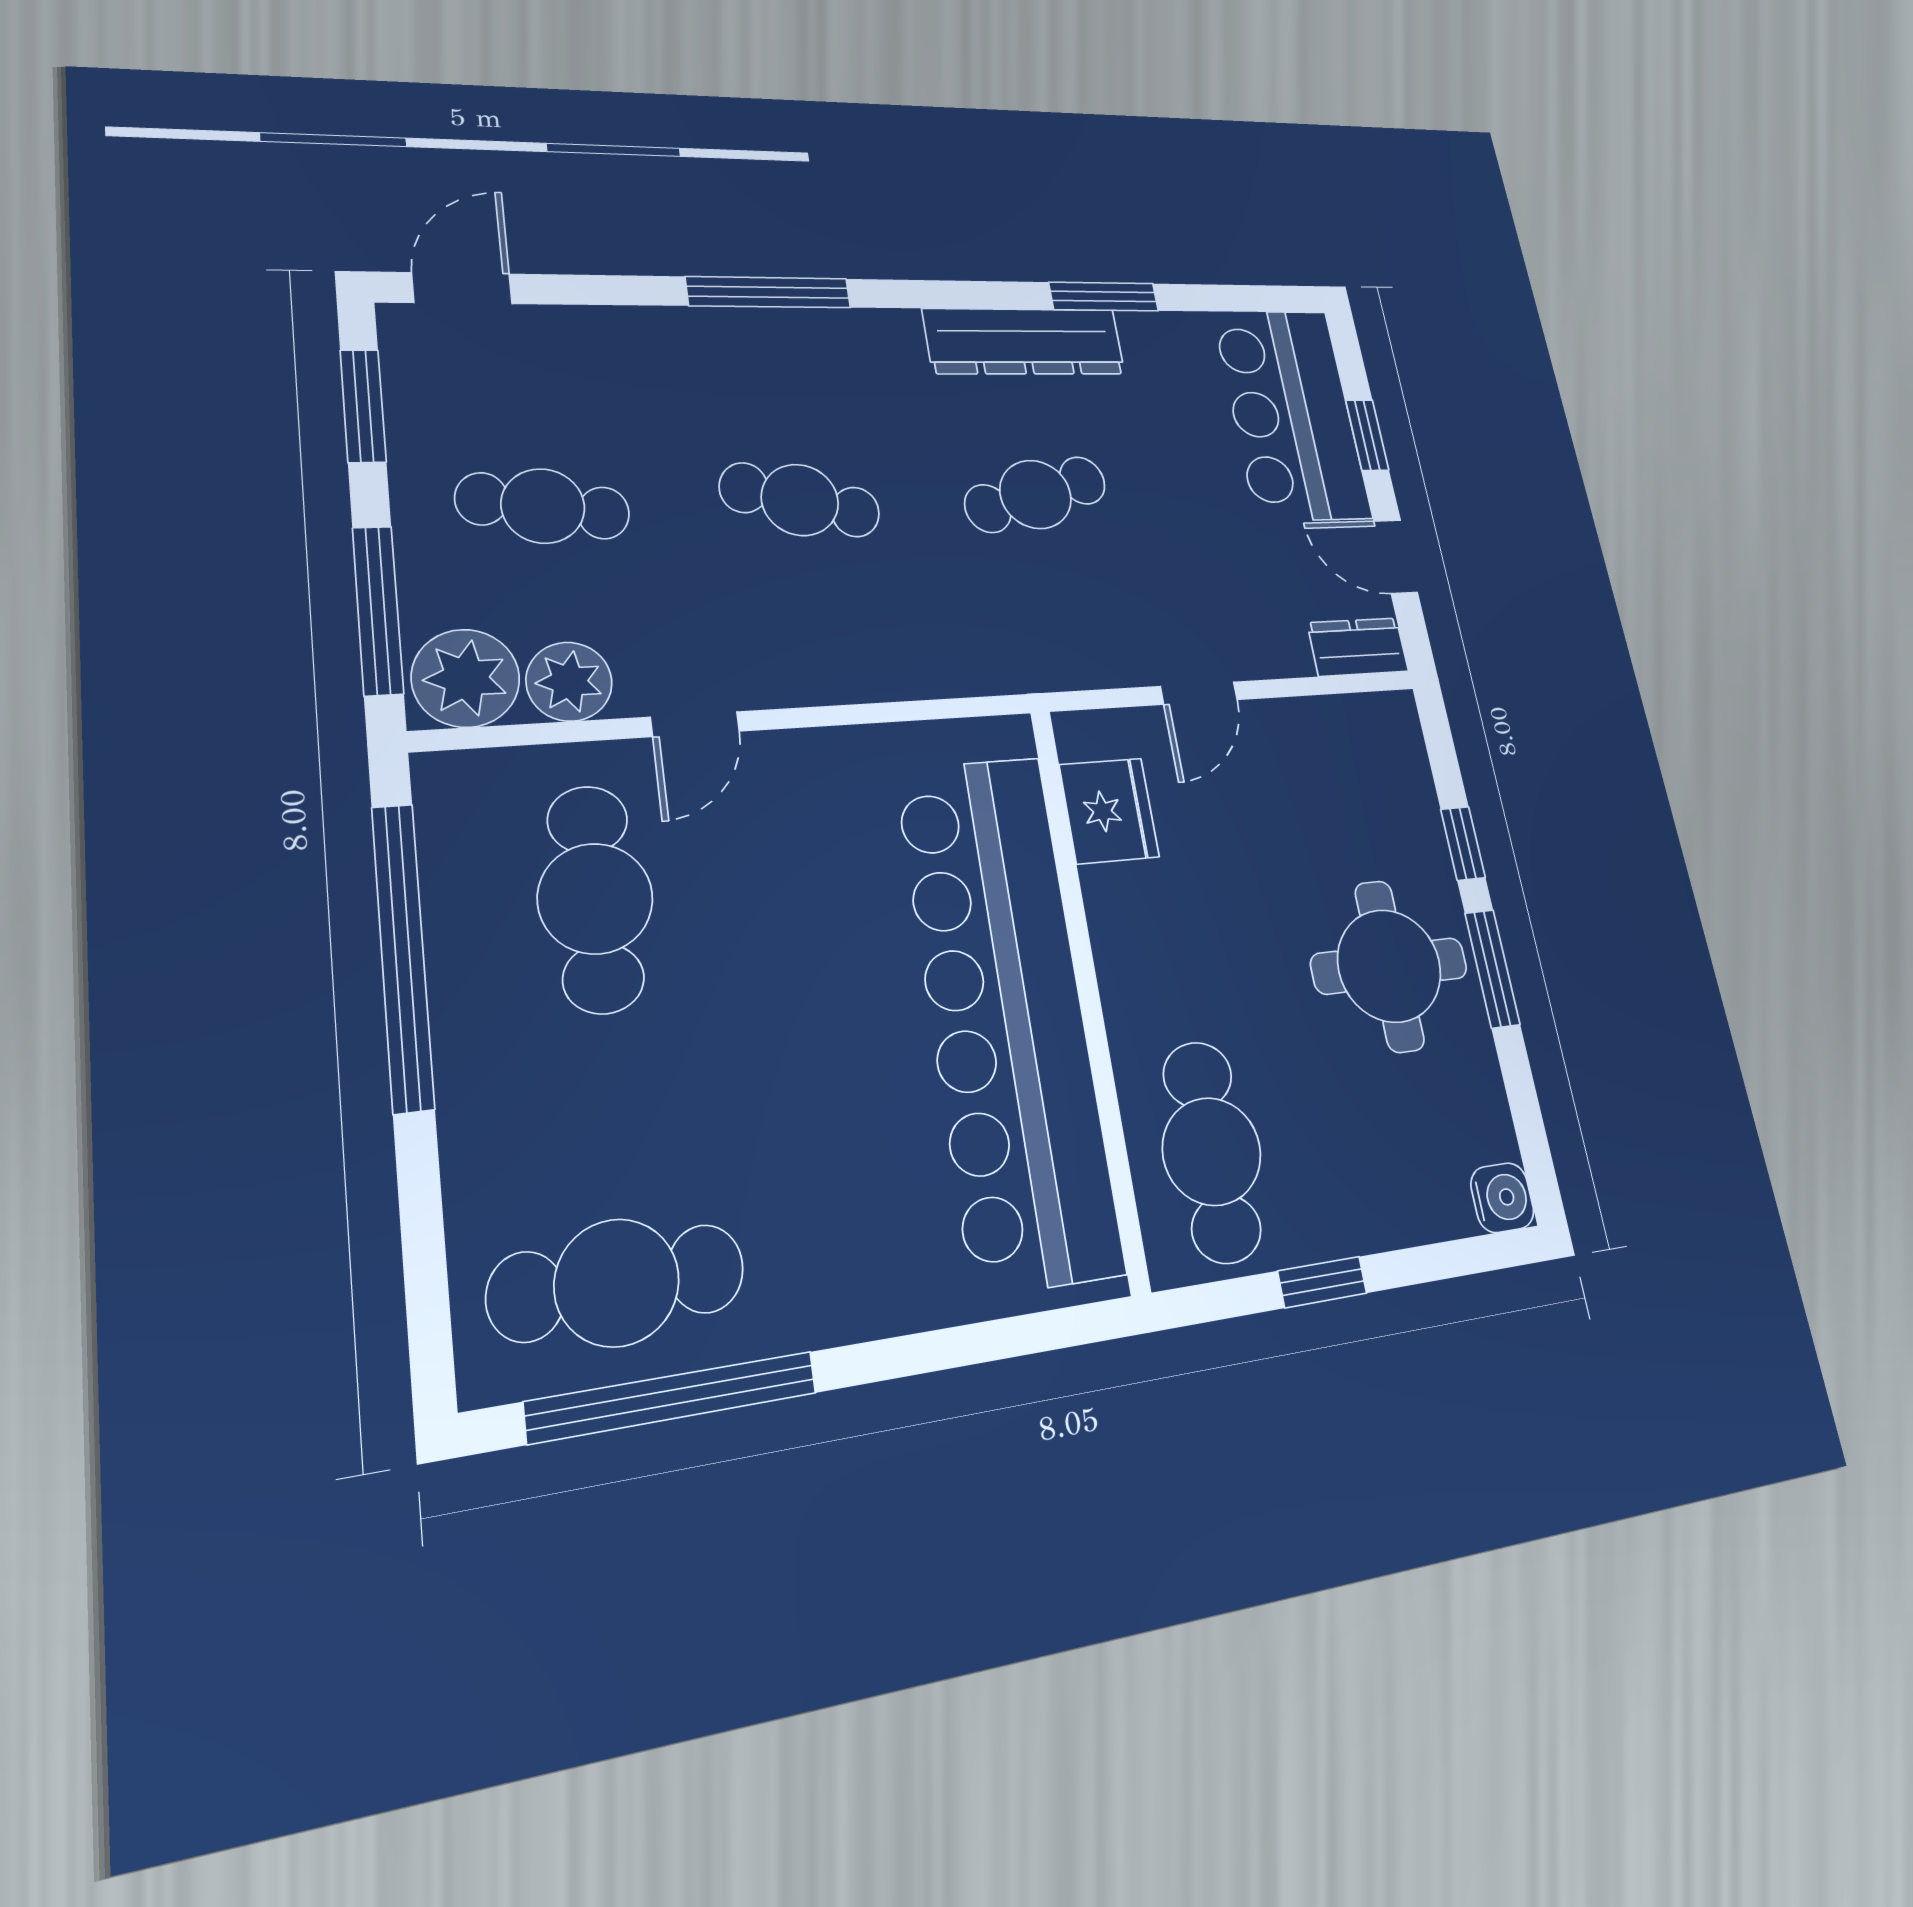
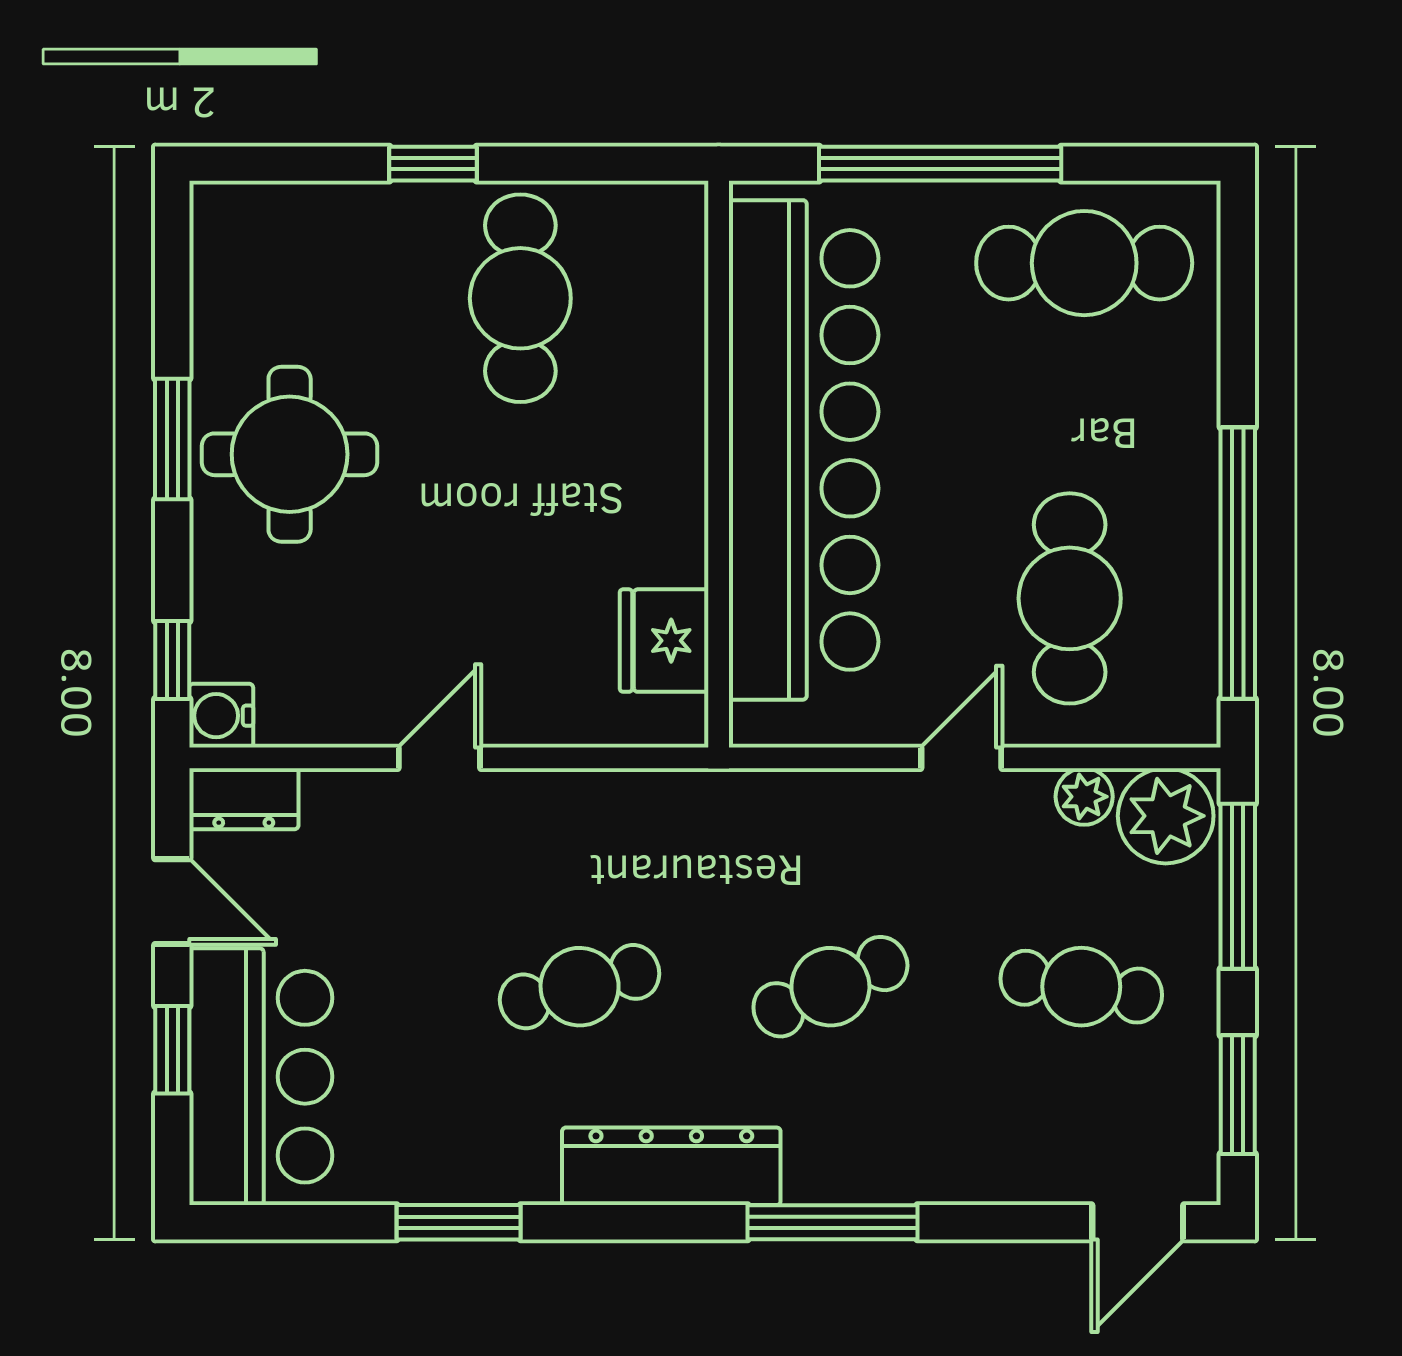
dresser: (1024, 341) -> (671, 1166), moved
cafe table: (800, 500) -> (830, 987), turned -39
plant: (569, 682) -> (1084, 797), width x0.73, depth x0.73
fridge: (1109, 811) -> (664, 641), moved
window: (1463, 843) -> (172, 660), moved
wall: (1088, 991) -> (719, 464), moved
bar counter: (1007, 1015) -> (804, 450), moved
water cooler: (1502, 1198) -> (221, 716), moved
window: (672, 1397) -> (940, 164), moved

